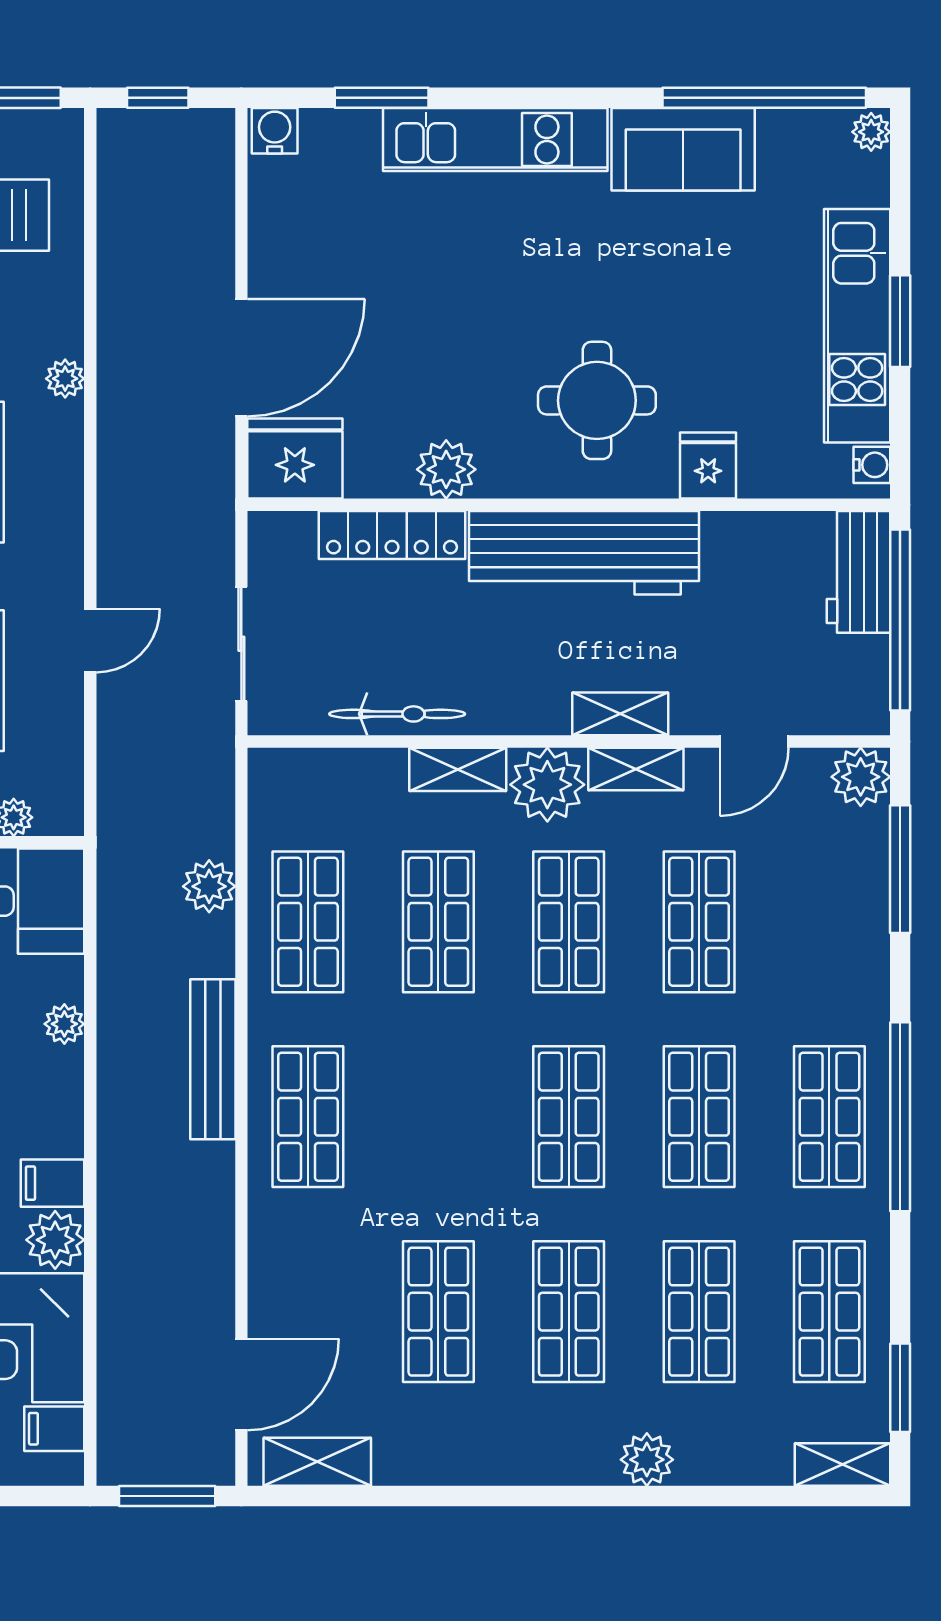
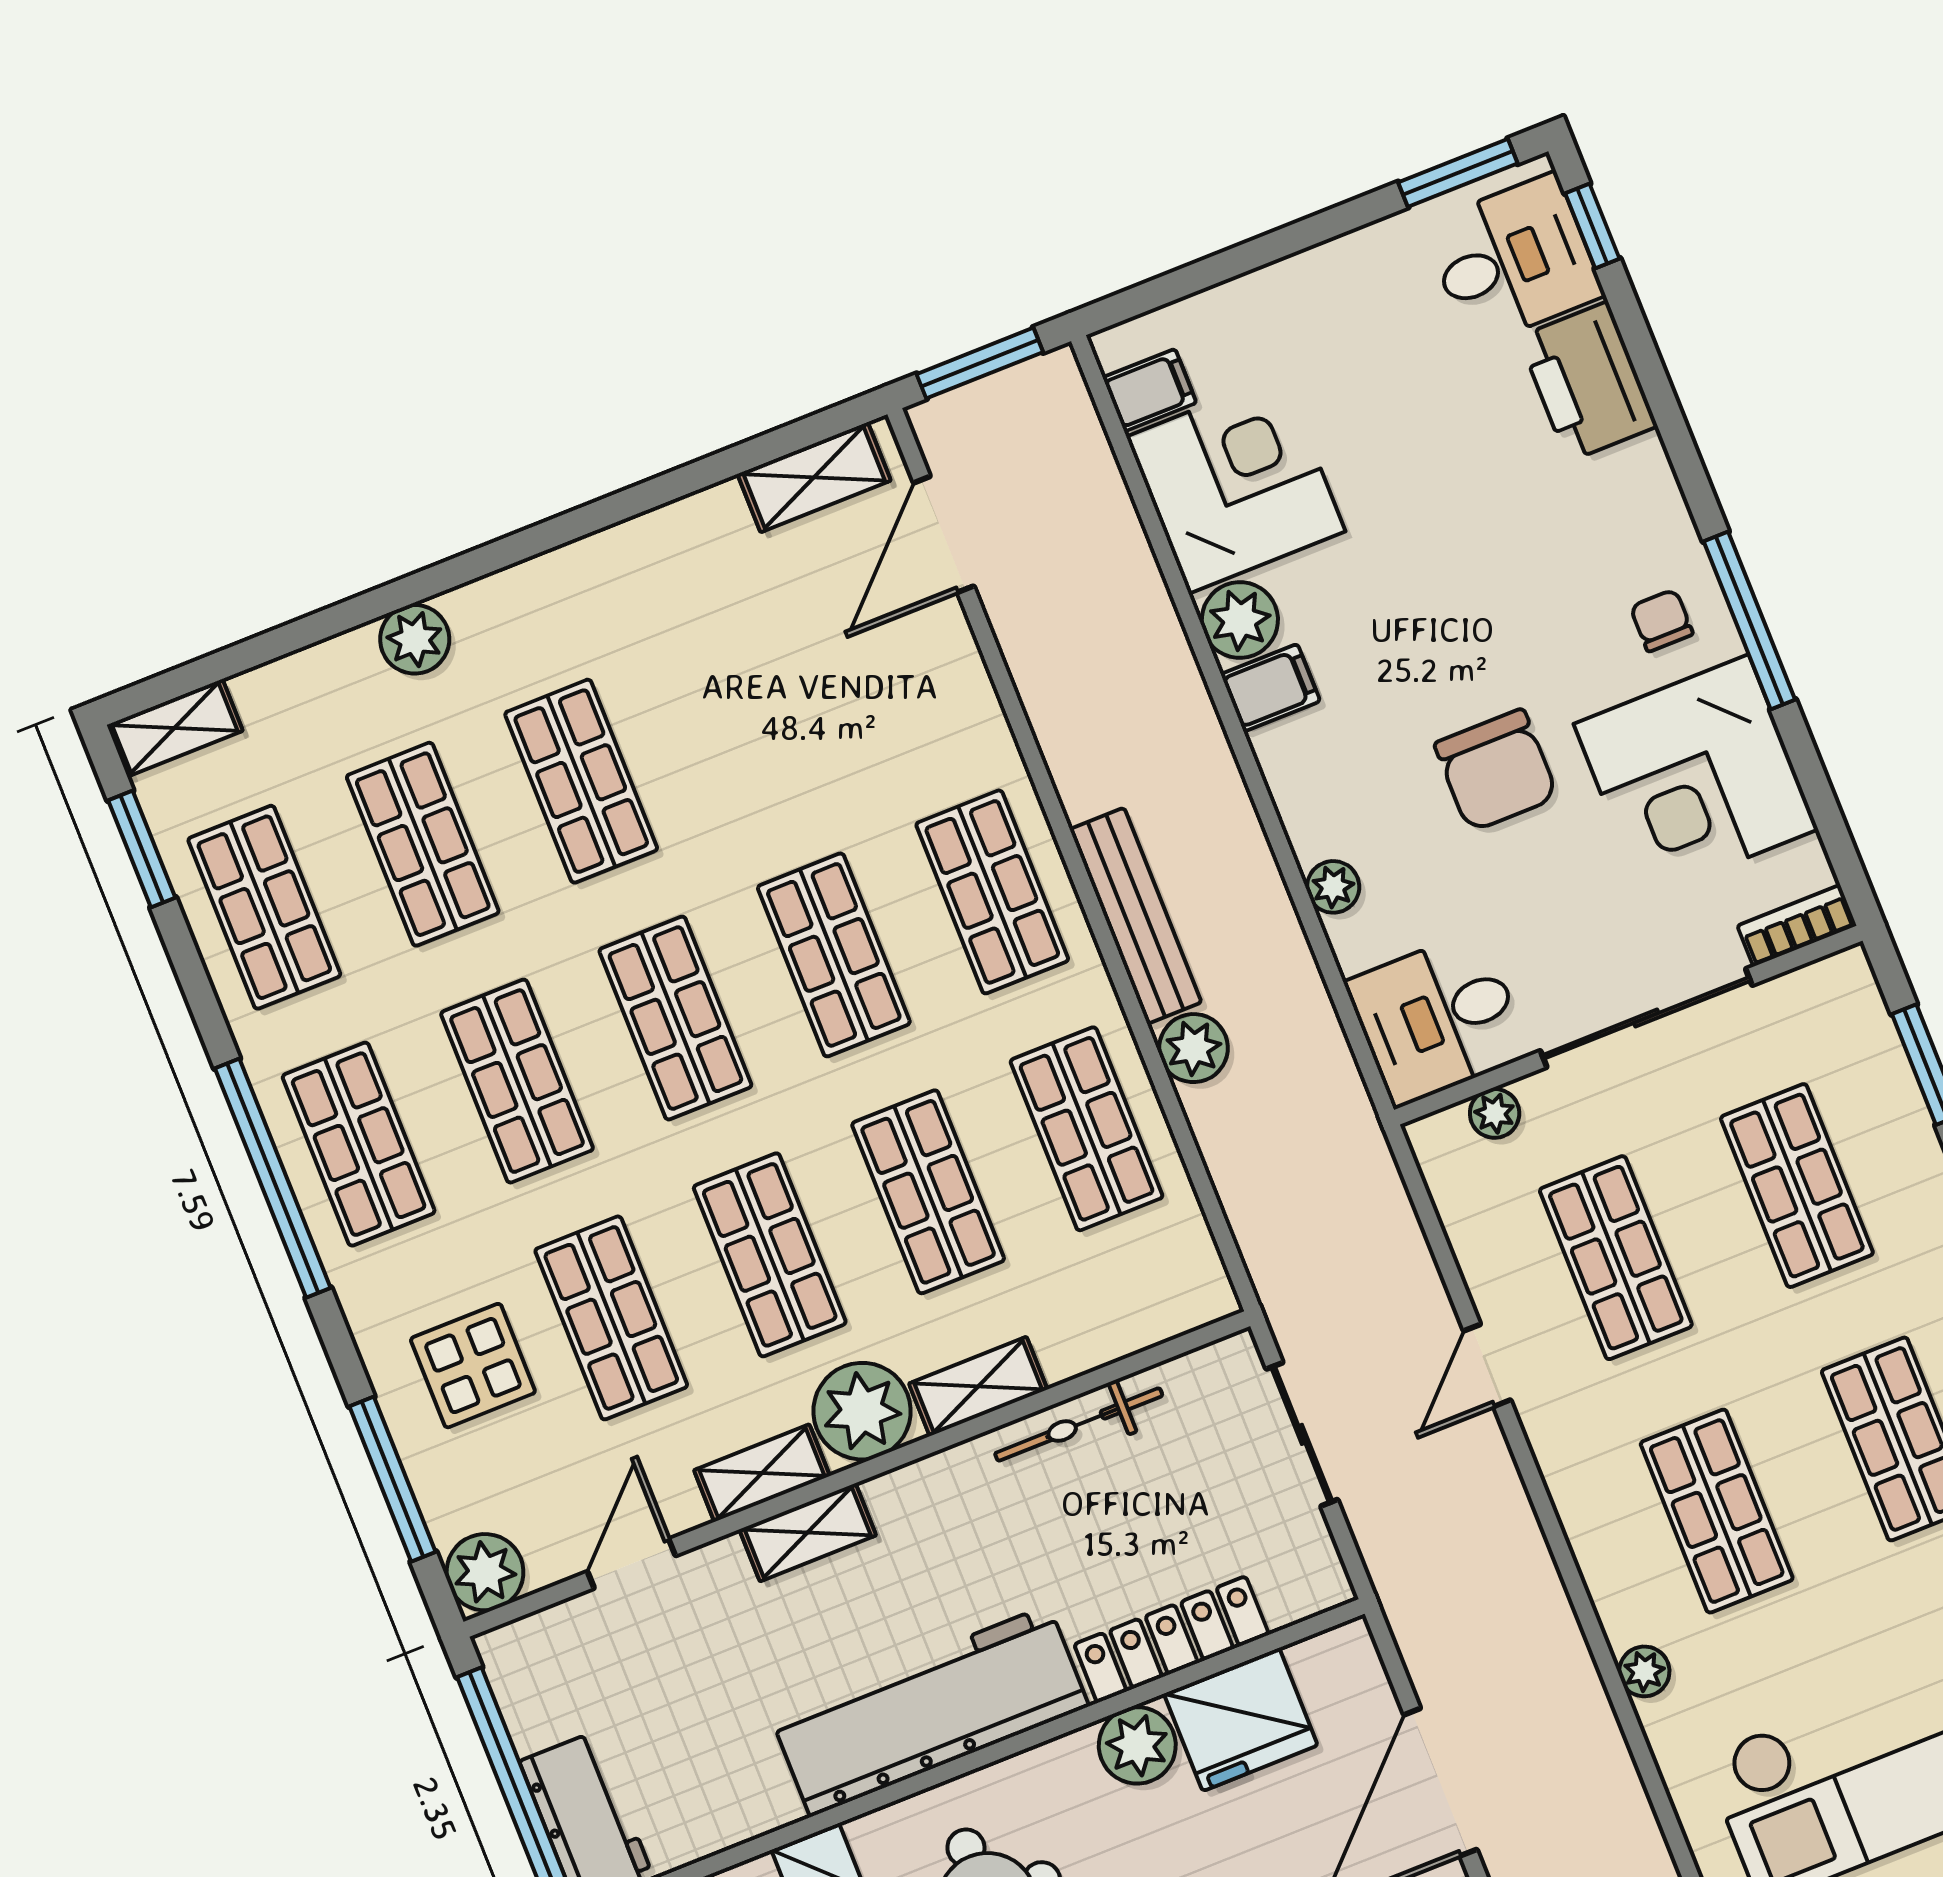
fridge: (295, 458) -> (1241, 1719), moved
plant: (209, 886) -> (1194, 1048), moved
display table: (811, 927) -> (473, 1366), added
shop shelf: (438, 1312) -> (834, 955), moved

